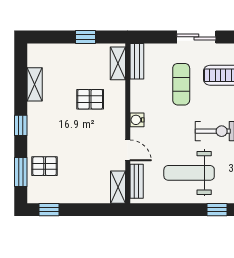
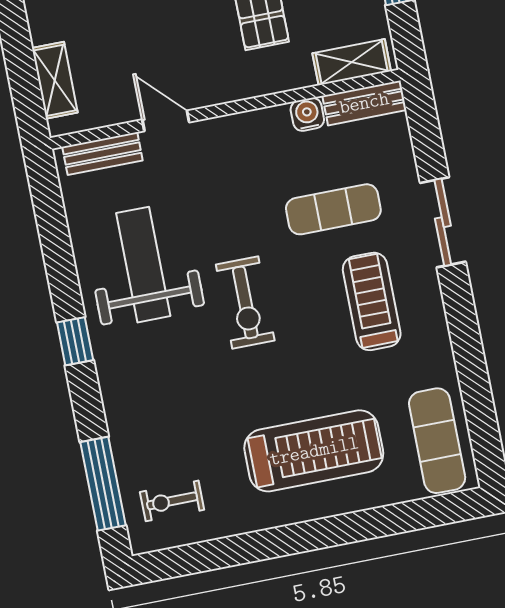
water cooler: (137, 120) -> (307, 114), moved
door: (128, 150) -> (166, 121), swing flipped
shelving: (118, 187) -> (55, 80), moved, turned 90

